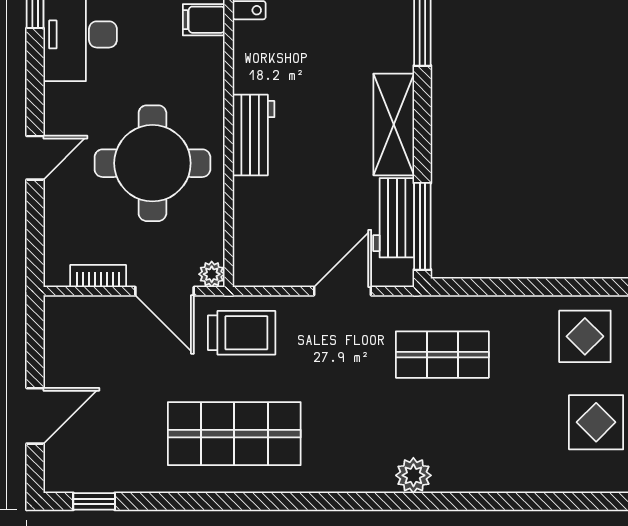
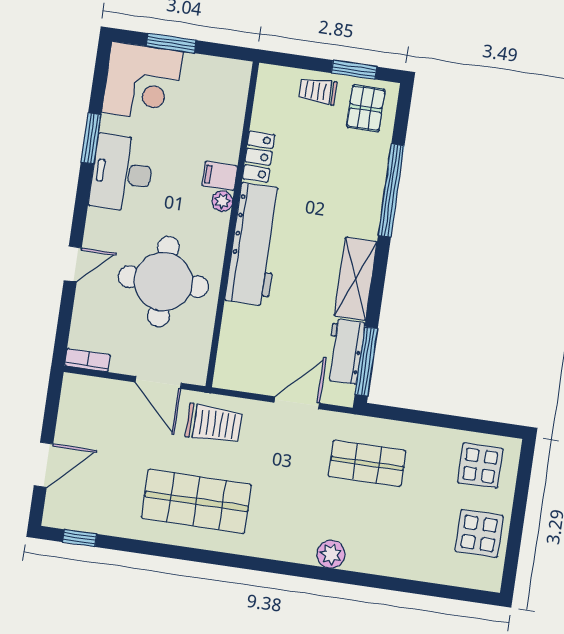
workbench: (254, 135) -> (255, 244), width x1.88, depth x1.32
plant: (212, 274) -> (222, 201), moved
bookcase: (98, 276) -> (87, 360), moved

